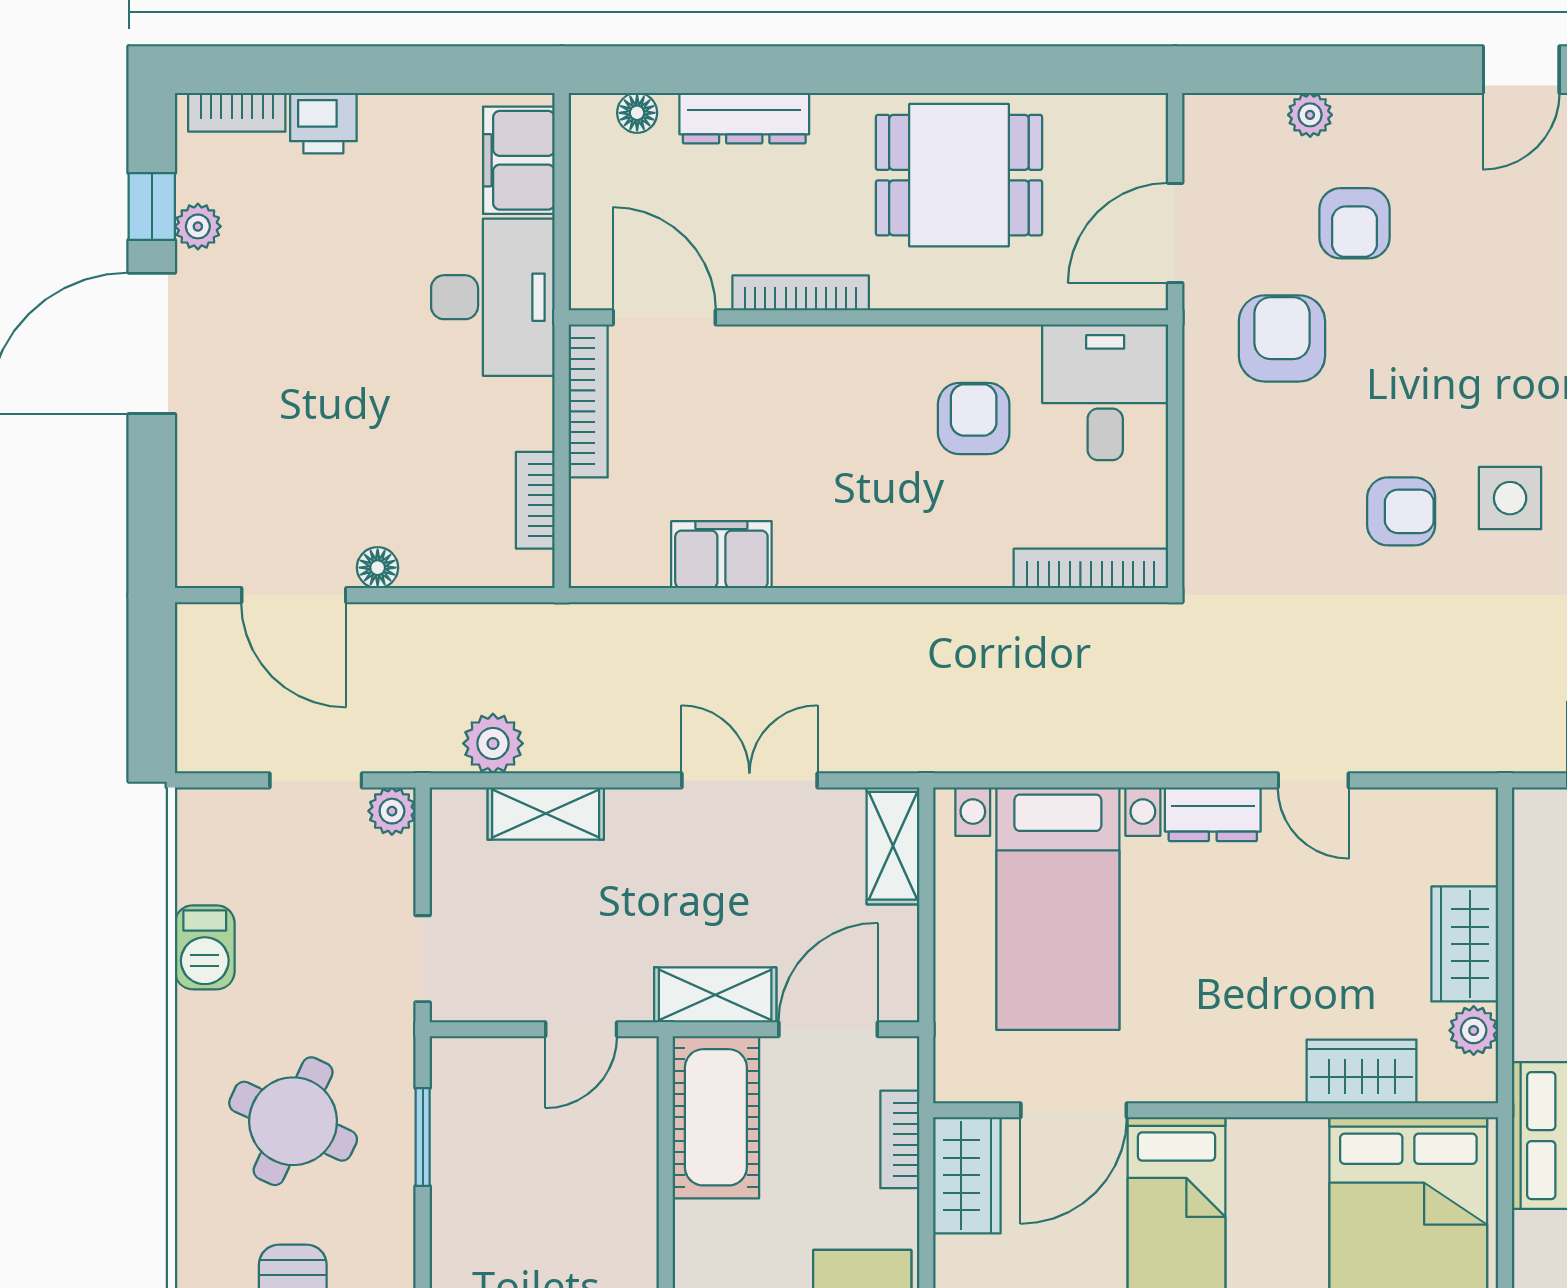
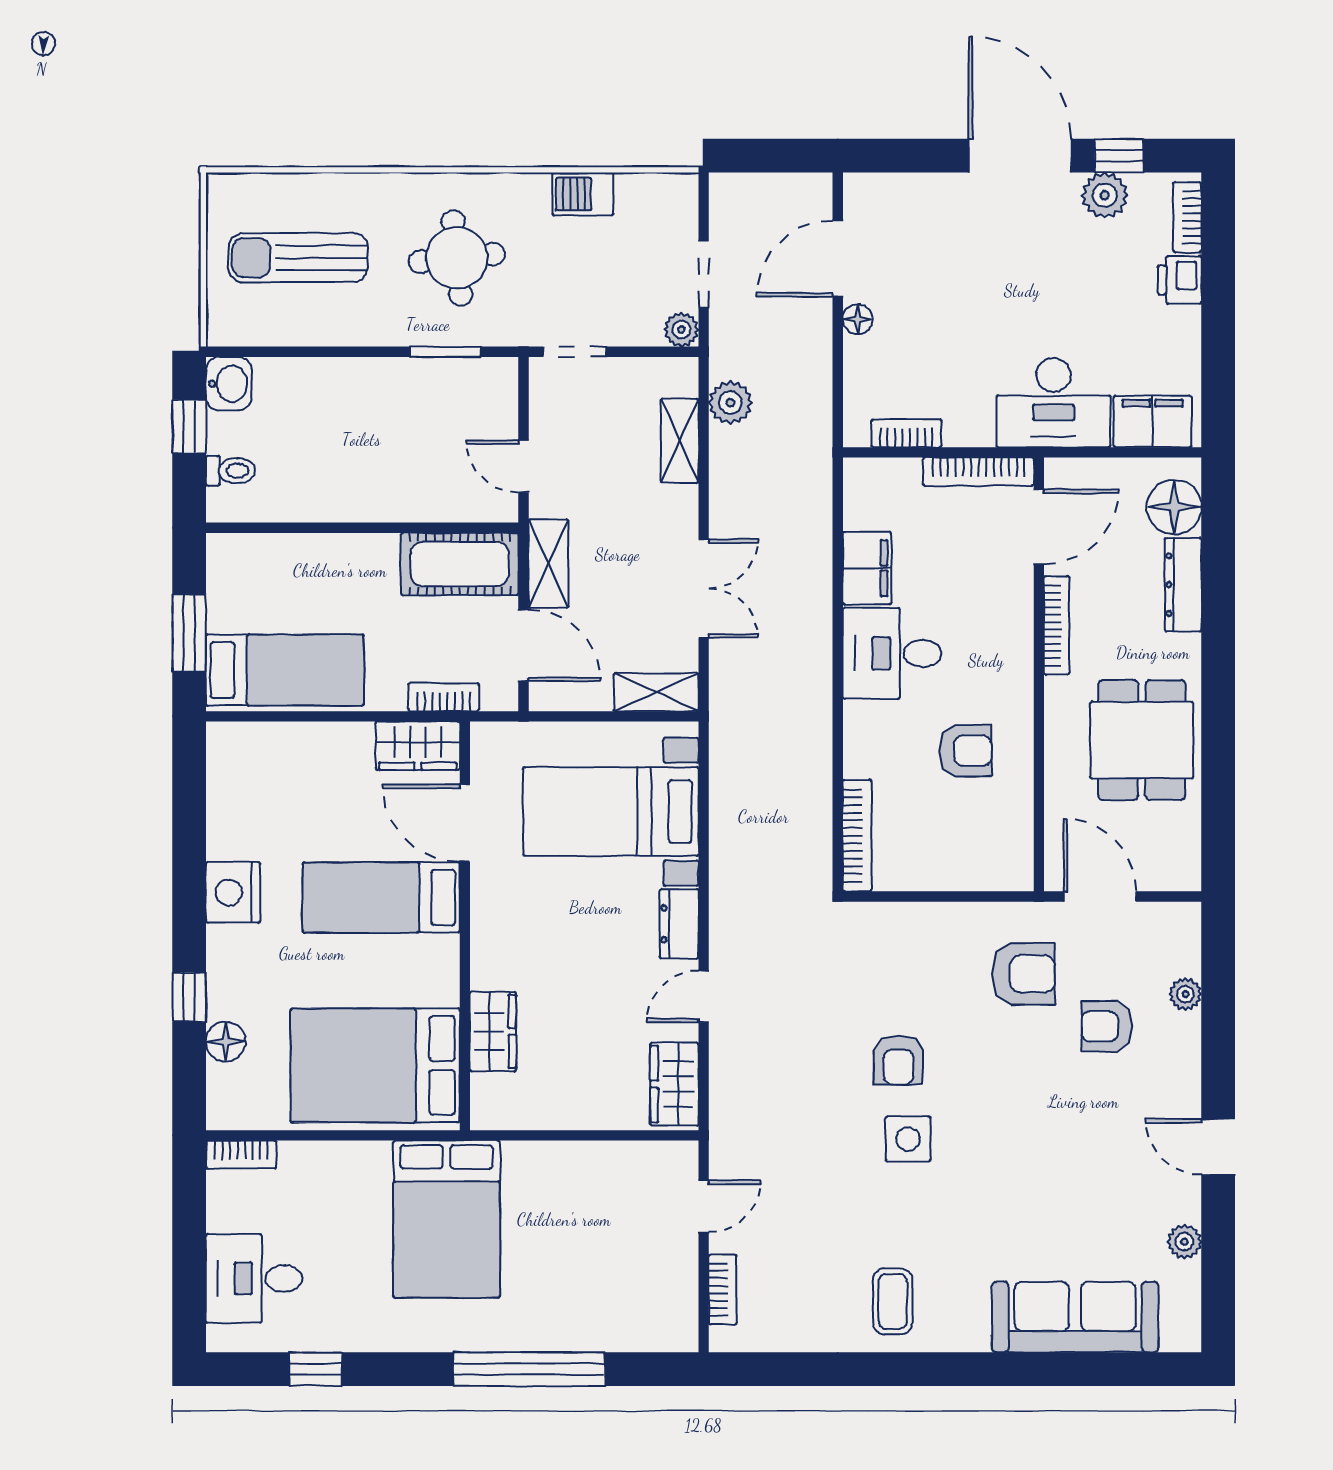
floor lamp: (637, 113) -> (1174, 507), width x1.89, depth x1.89
plant: (198, 226) -> (1105, 195), width x1.38, depth x1.38
desk: (1105, 392) -> (892, 653), moved, turned 180
wardrobe: (1465, 944) -> (674, 1084), moved, turned -90
plant: (1474, 1030) -> (523, 1113), removed
round table: (293, 1121) -> (457, 258), turned -31

